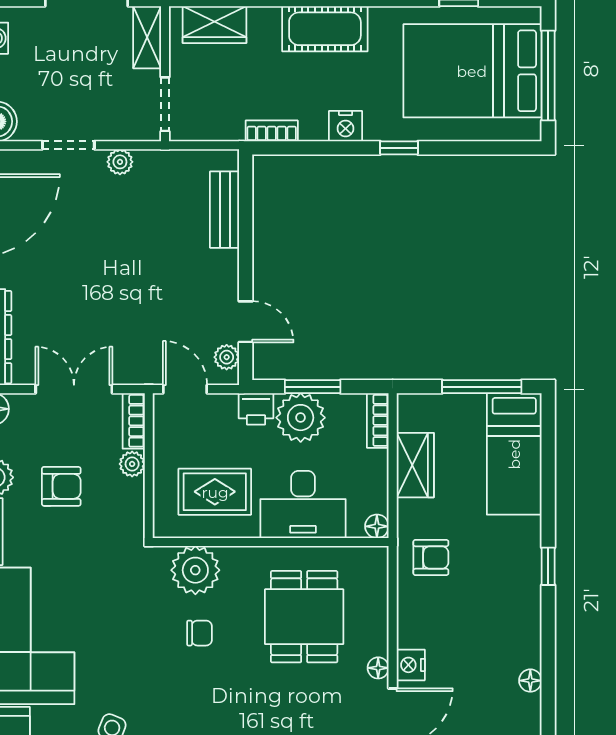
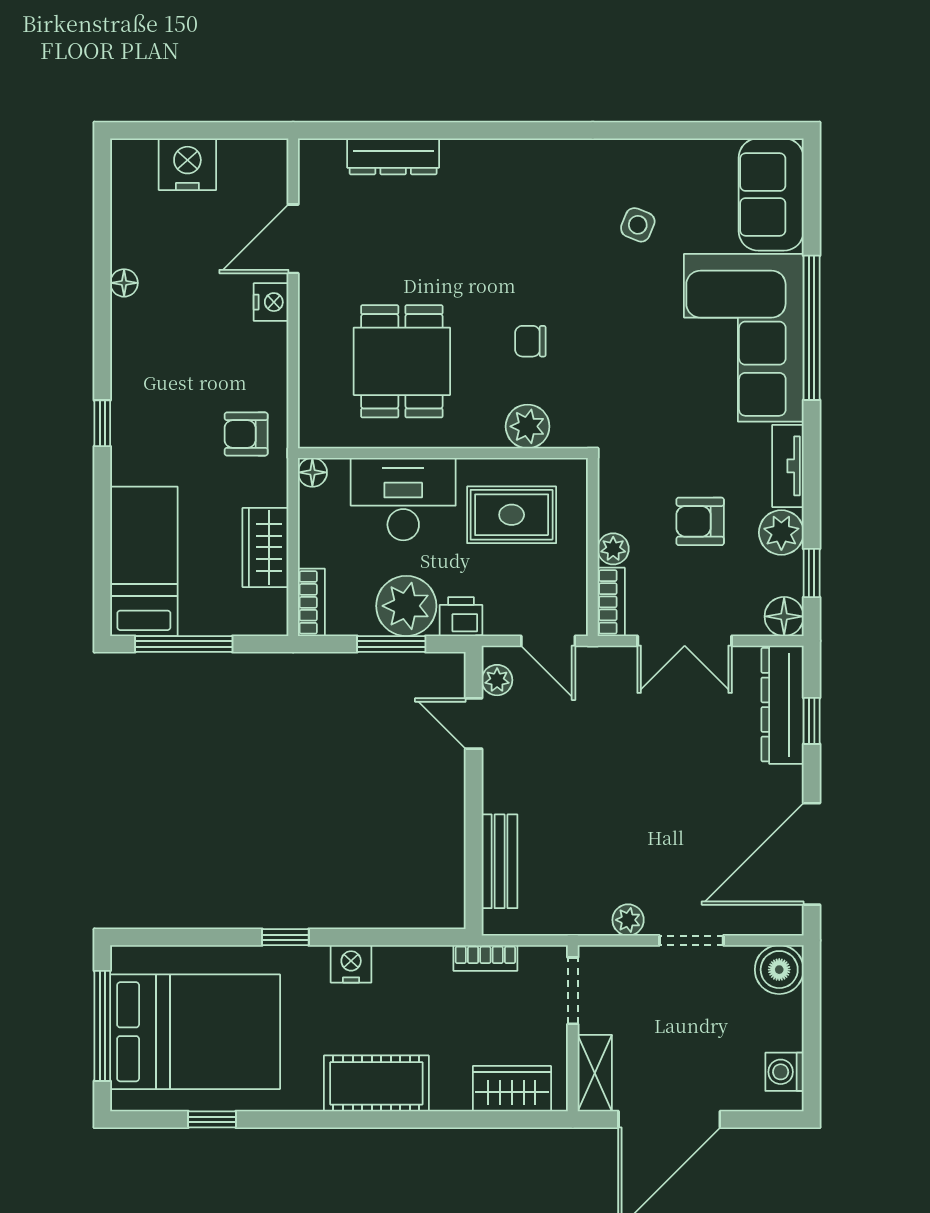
bookcase: (272, 131) -> (485, 958), moved
plant: (195, 570) -> (528, 426), width x0.73, depth x0.73
floor lamp: (378, 668) -> (311, 298), removed

